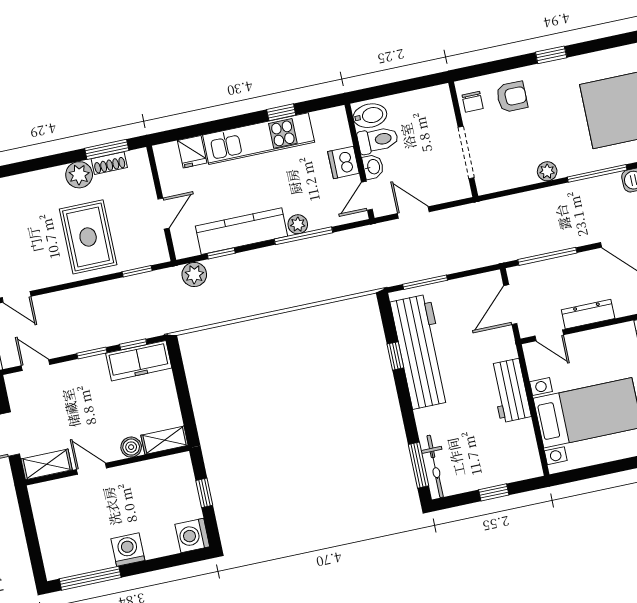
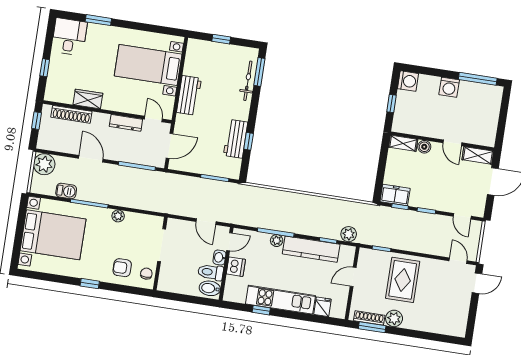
shoe rack: (109, 163) -> (369, 318), width x1.43
workbench: (421, 352) -> (236, 139), width x0.53, depth x0.76
freezer: (139, 361) -> (395, 195), width x0.71
bicycle: (435, 466) -> (248, 81), moved

